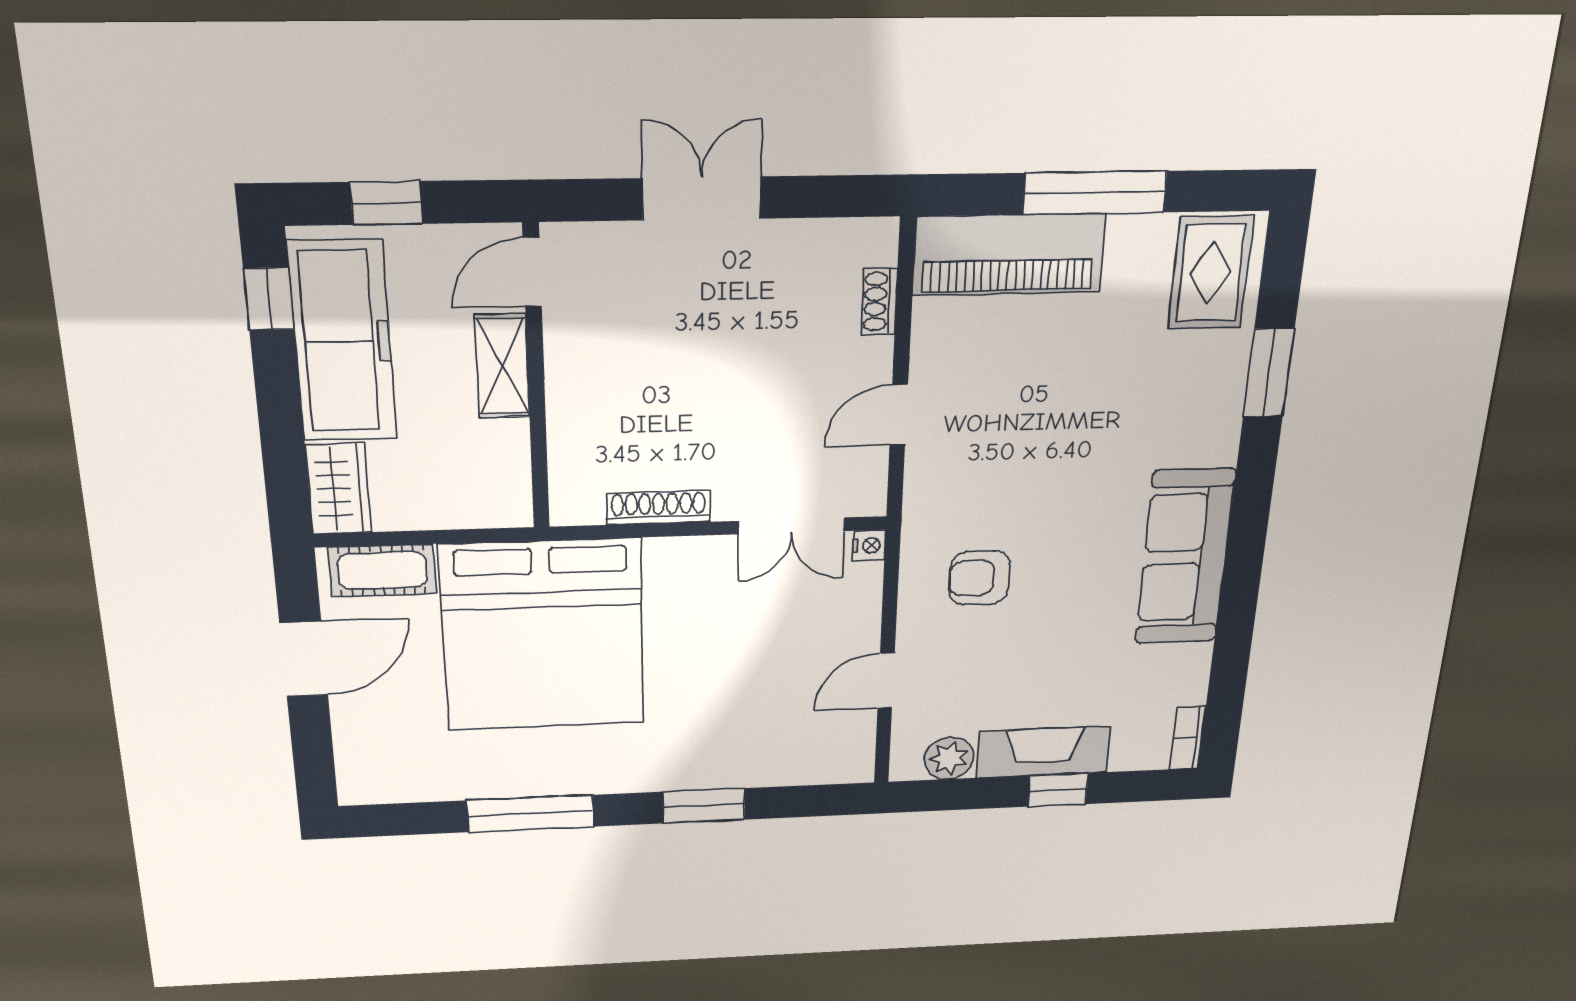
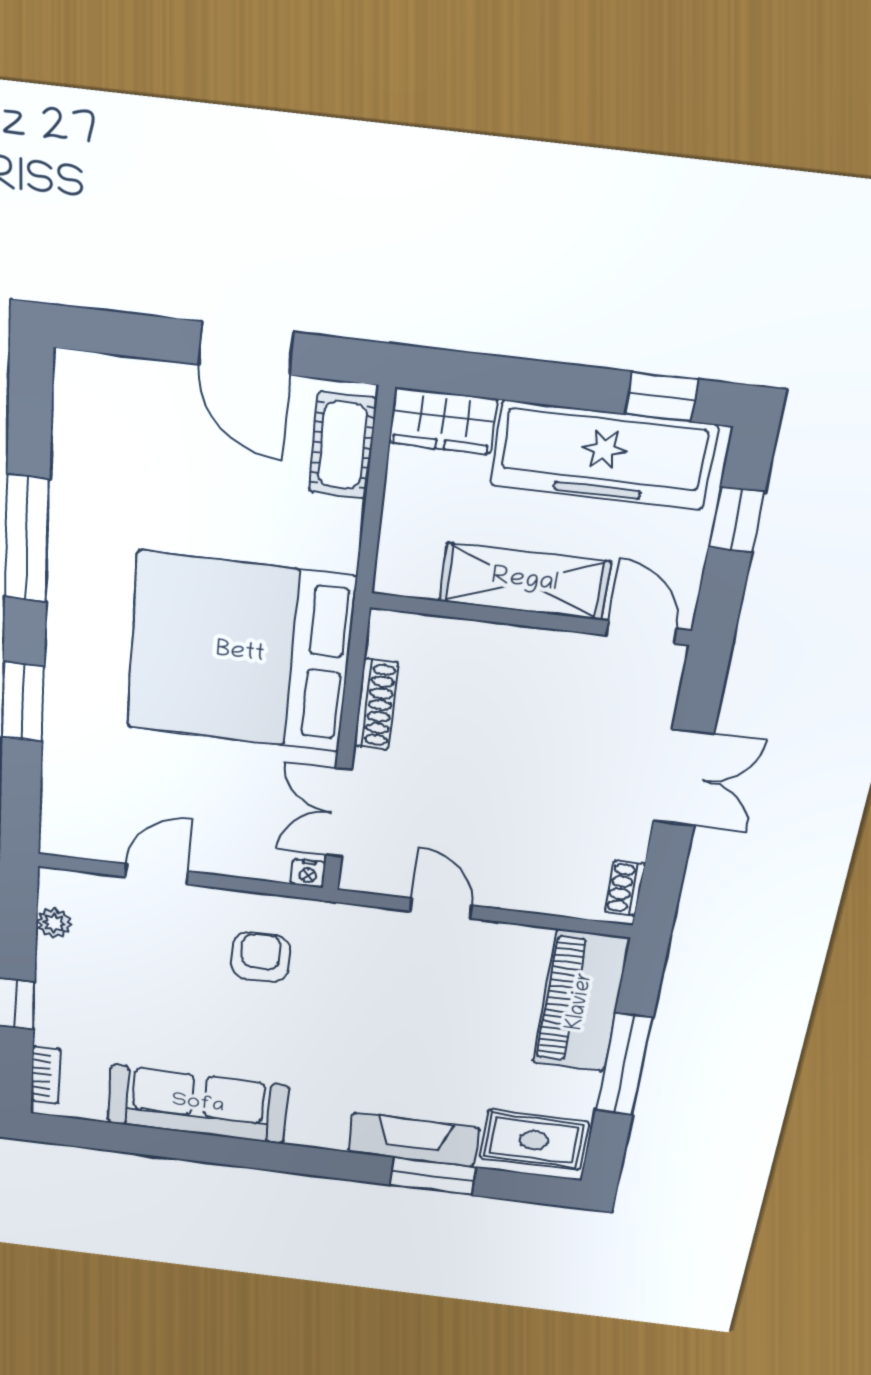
shoe rack: (879, 301) -> (625, 888), moved, turned -90
shelving: (502, 366) -> (525, 581), width x1.50, depth x1.33
sofa: (1185, 557) -> (198, 1104), moved
bed: (543, 635) -> (240, 653), moved
door: (886, 681) -> (156, 874), hinge flipped
bookcase: (1188, 738) -> (46, 1075), moved, turned 90
fireplace: (1043, 752) -> (414, 1140), moved, turned -90
plant: (949, 758) -> (54, 923), width x0.73, depth x0.73

